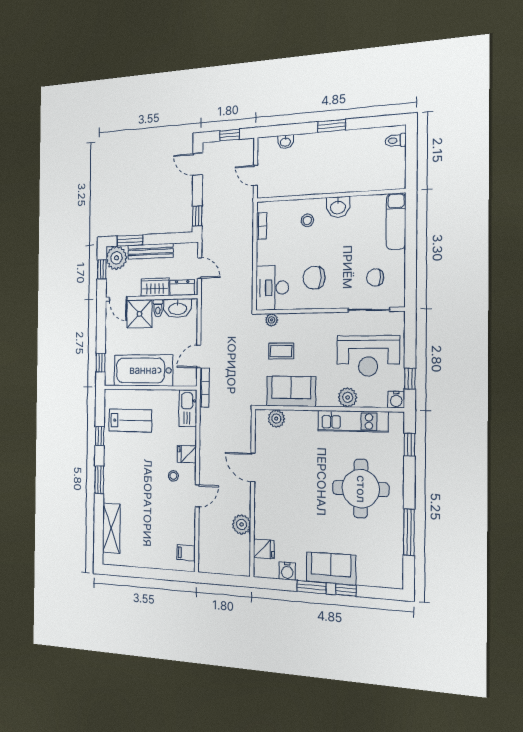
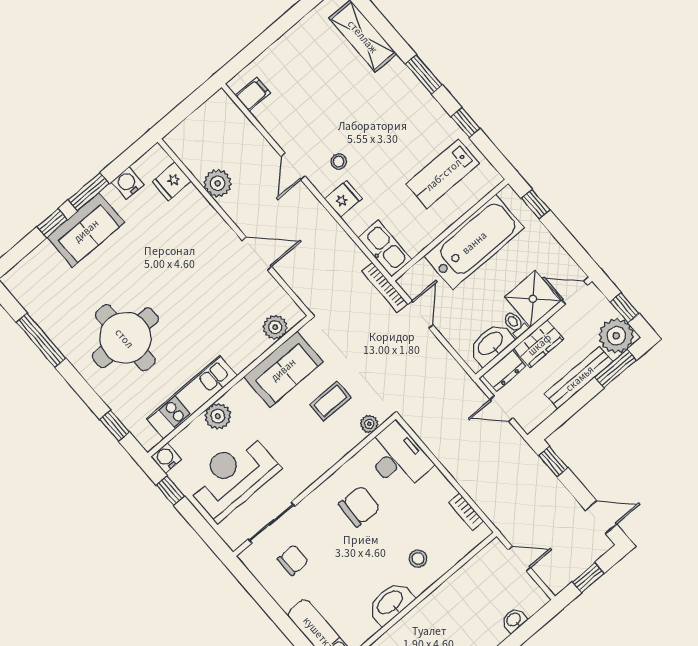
washbasin: (338, 207) -> (390, 603), width x1.38

